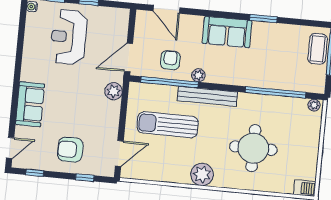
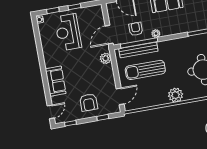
bench: (207, 96) -> (138, 50), moved
armchair: (70, 150) -> (89, 102), turned -90

